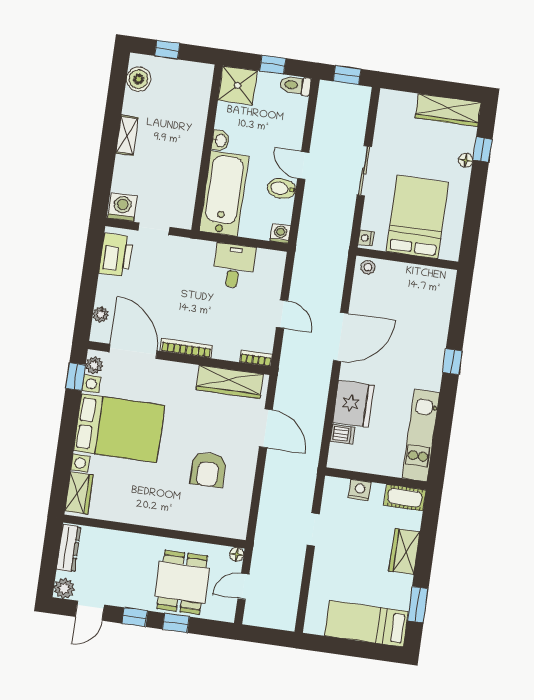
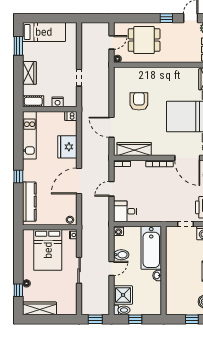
shower: (238, 85) -> (123, 295), moved
door: (303, 165) -> (112, 268), hinge flipped
desk: (234, 266) -> (125, 211), moved, turned 90
kitchen counter: (439, 312) -> (29, 202), added
door: (282, 314) -> (112, 189), hinge flipped
dishwasher: (342, 434) -> (71, 116), moved
dining table: (182, 582) -> (144, 40), turned 90
window: (176, 623) -> (144, 18), removed

